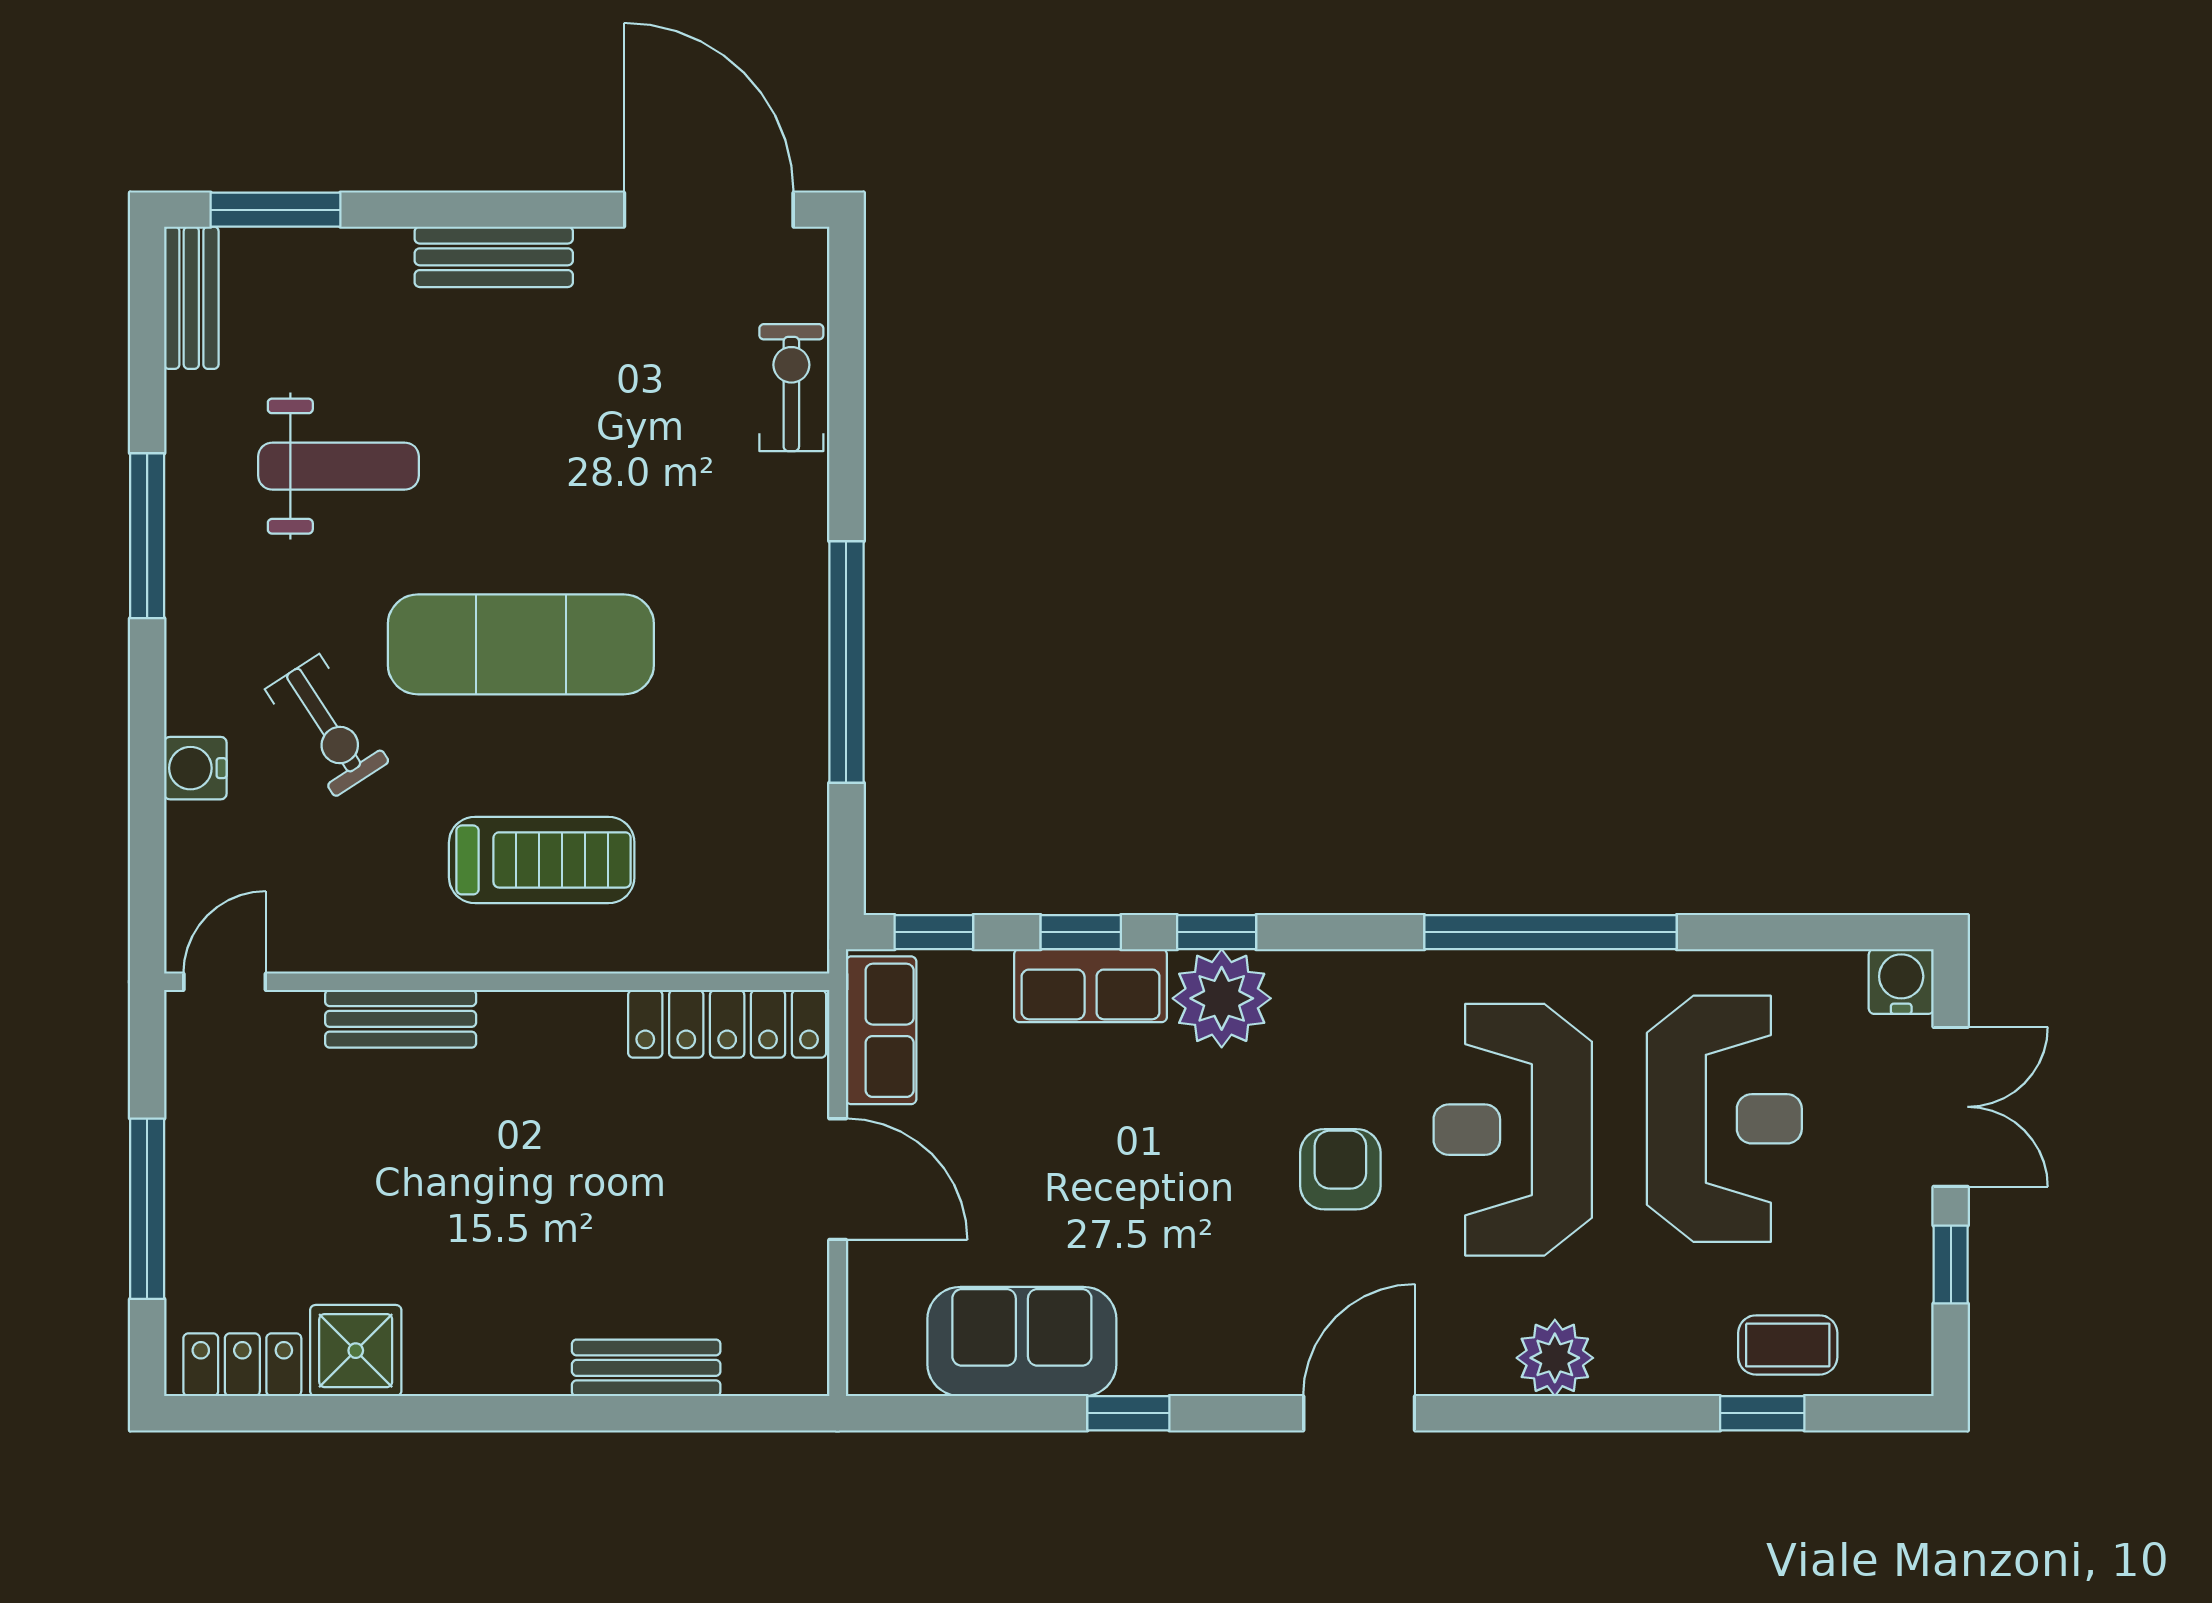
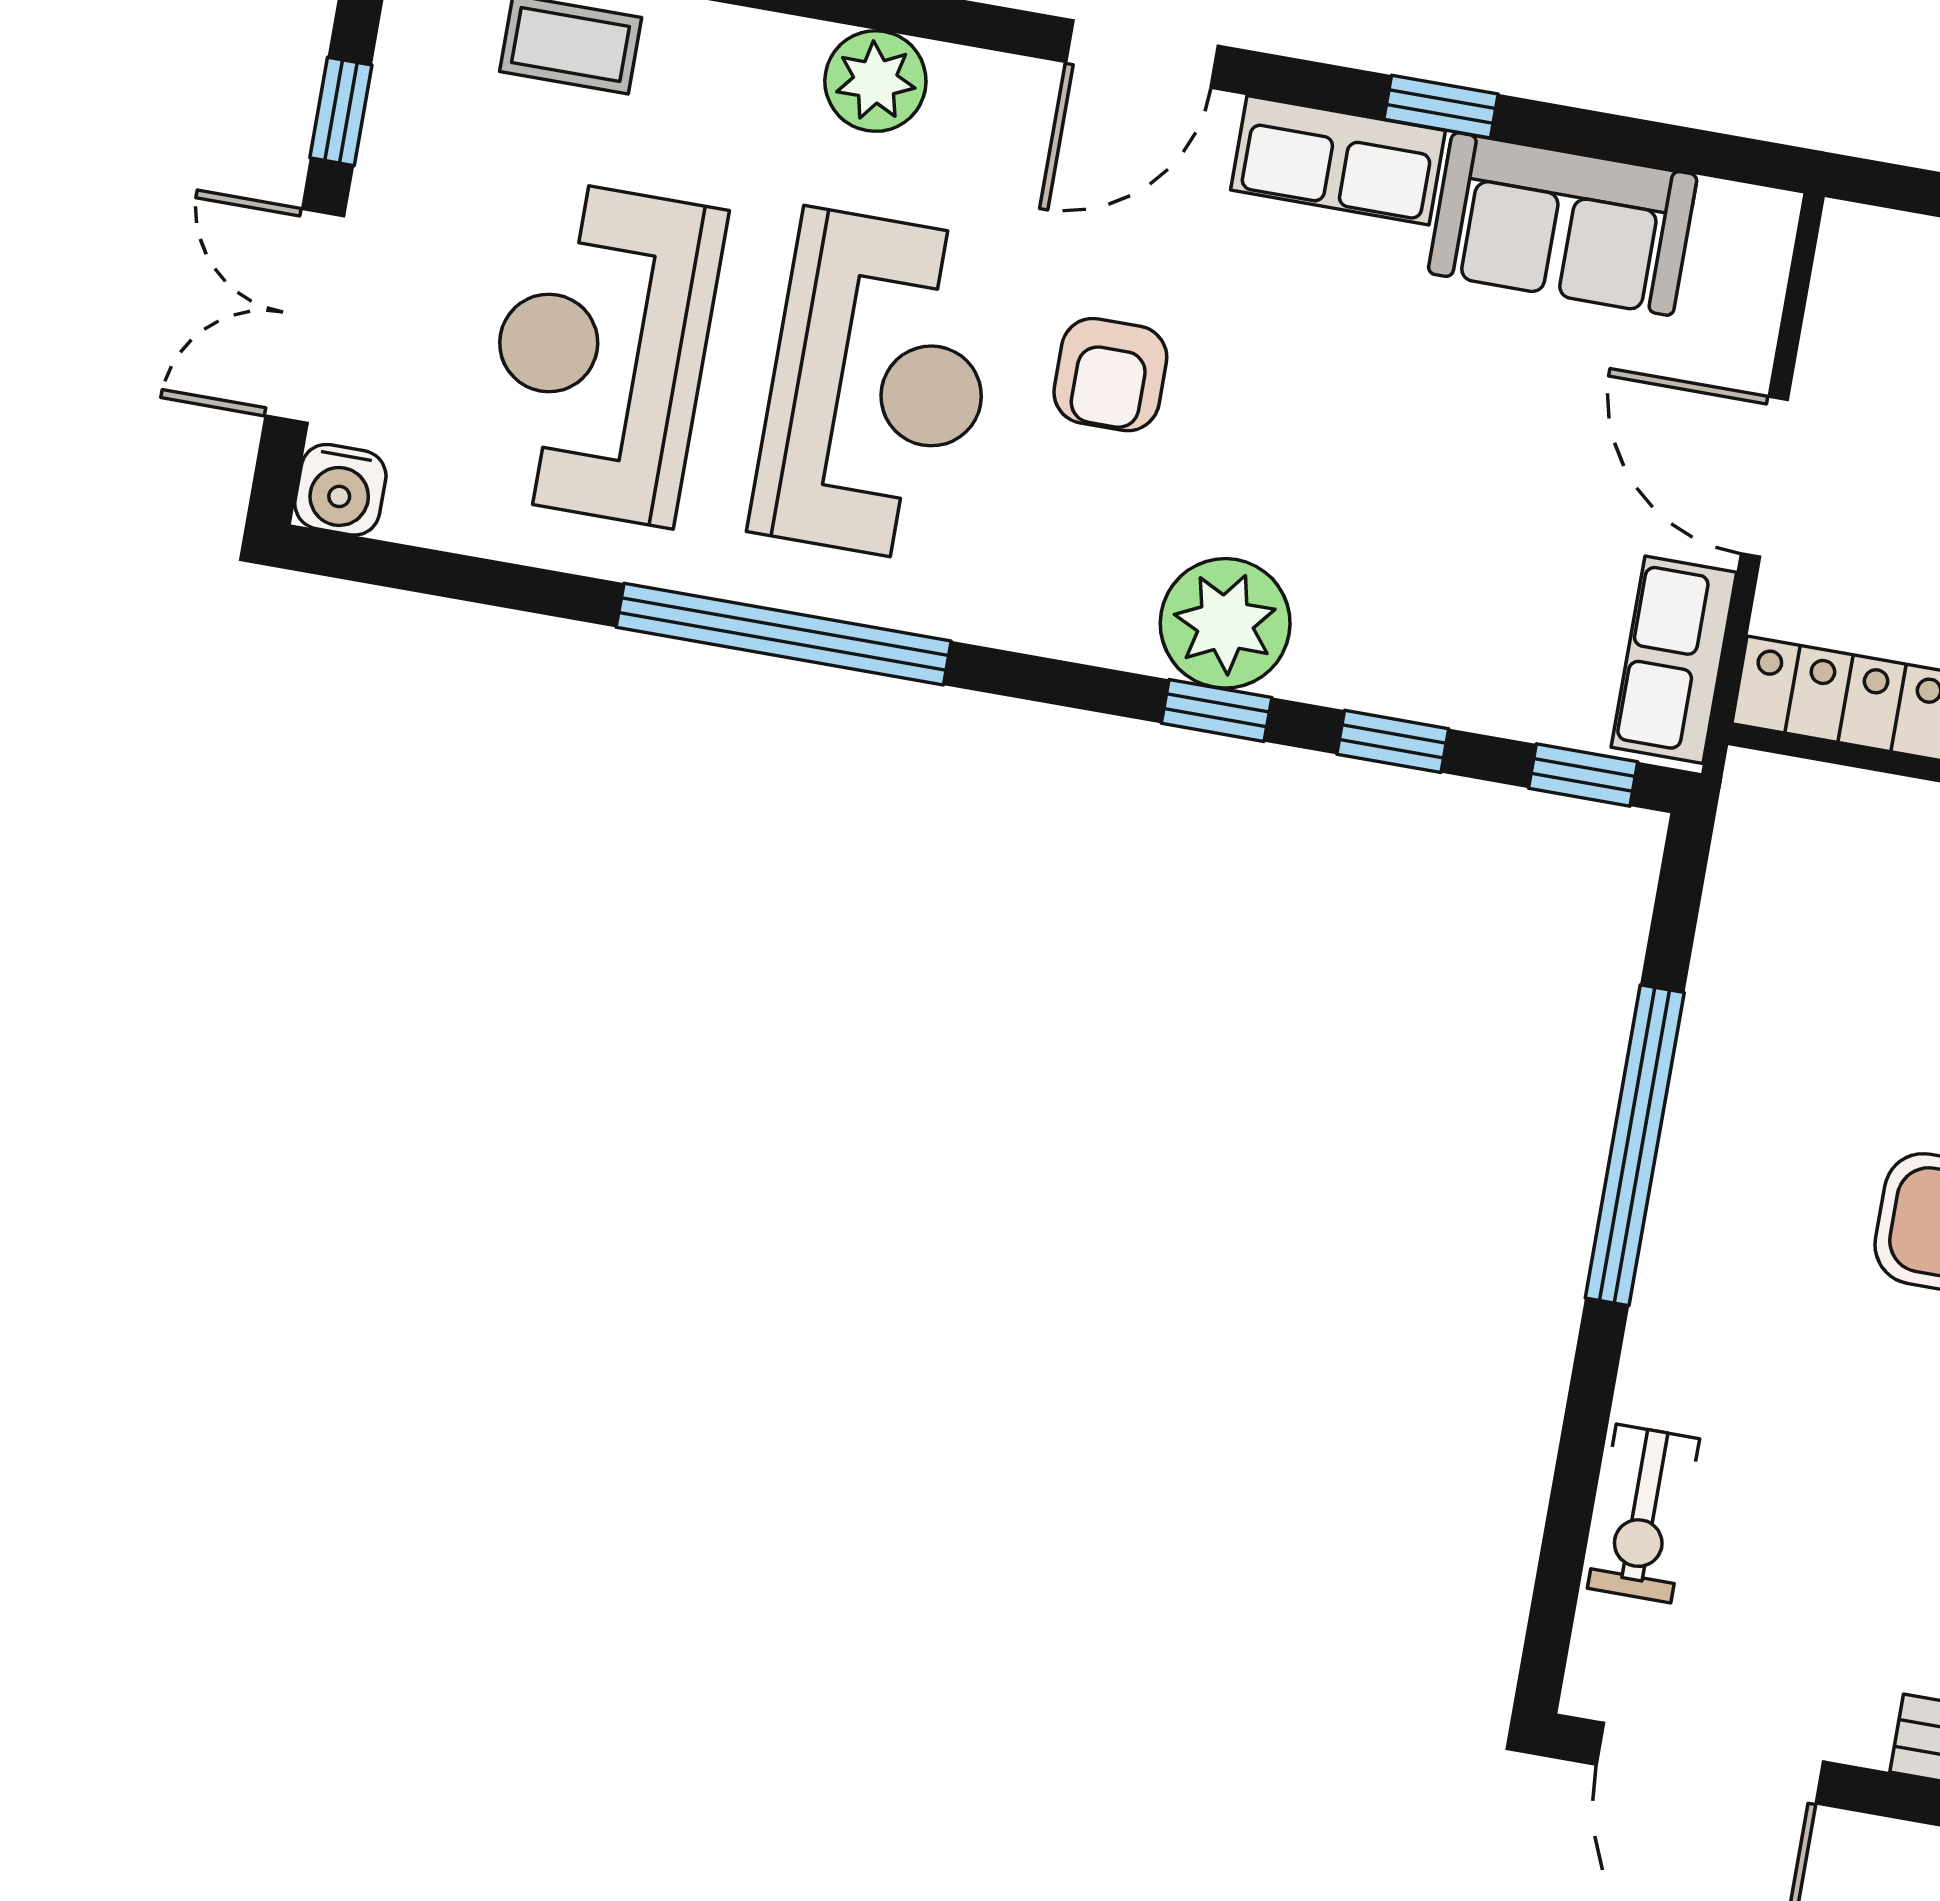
row of seats: (1091, 986) -> (1338, 160), moved, turned 180

